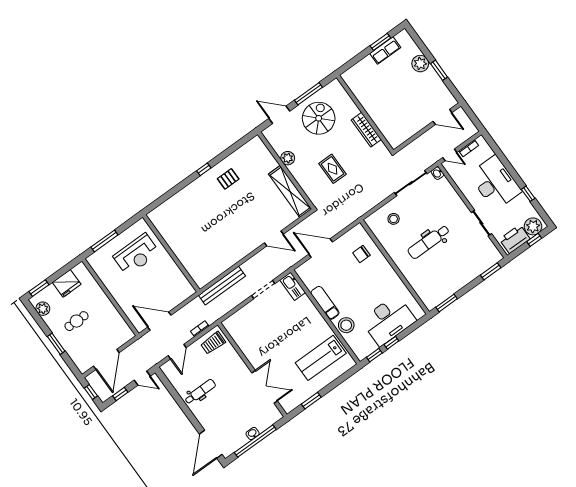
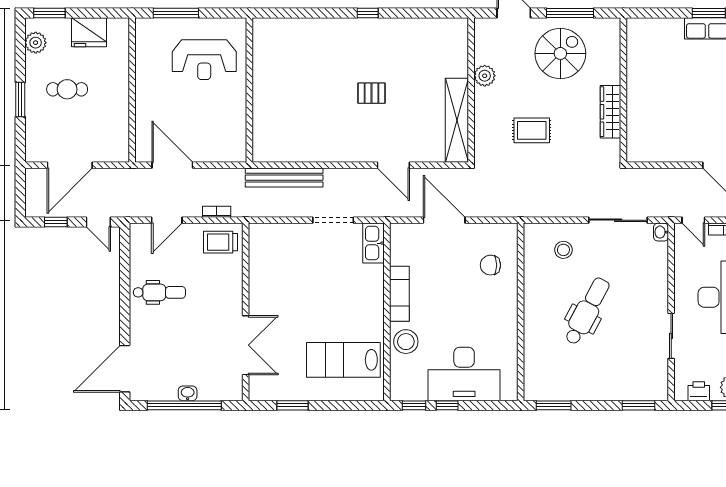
rug: (333, 169) -> (532, 130), turned 90
pallet: (228, 179) -> (371, 93), moved
printer: (515, 239) -> (699, 391), width x0.53, depth x0.68
dental chair: (429, 242) -> (587, 311), turned 118
window: (91, 392) -> (20, 192), removed

